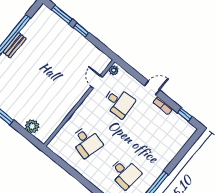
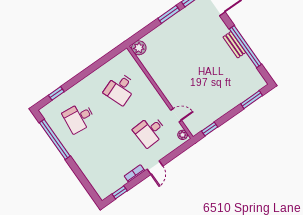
window: (81, 30) -> (210, 129), moved
plant: (32, 126) -> (139, 48), moved
desk: (86, 142) -> (120, 89), turned -36

